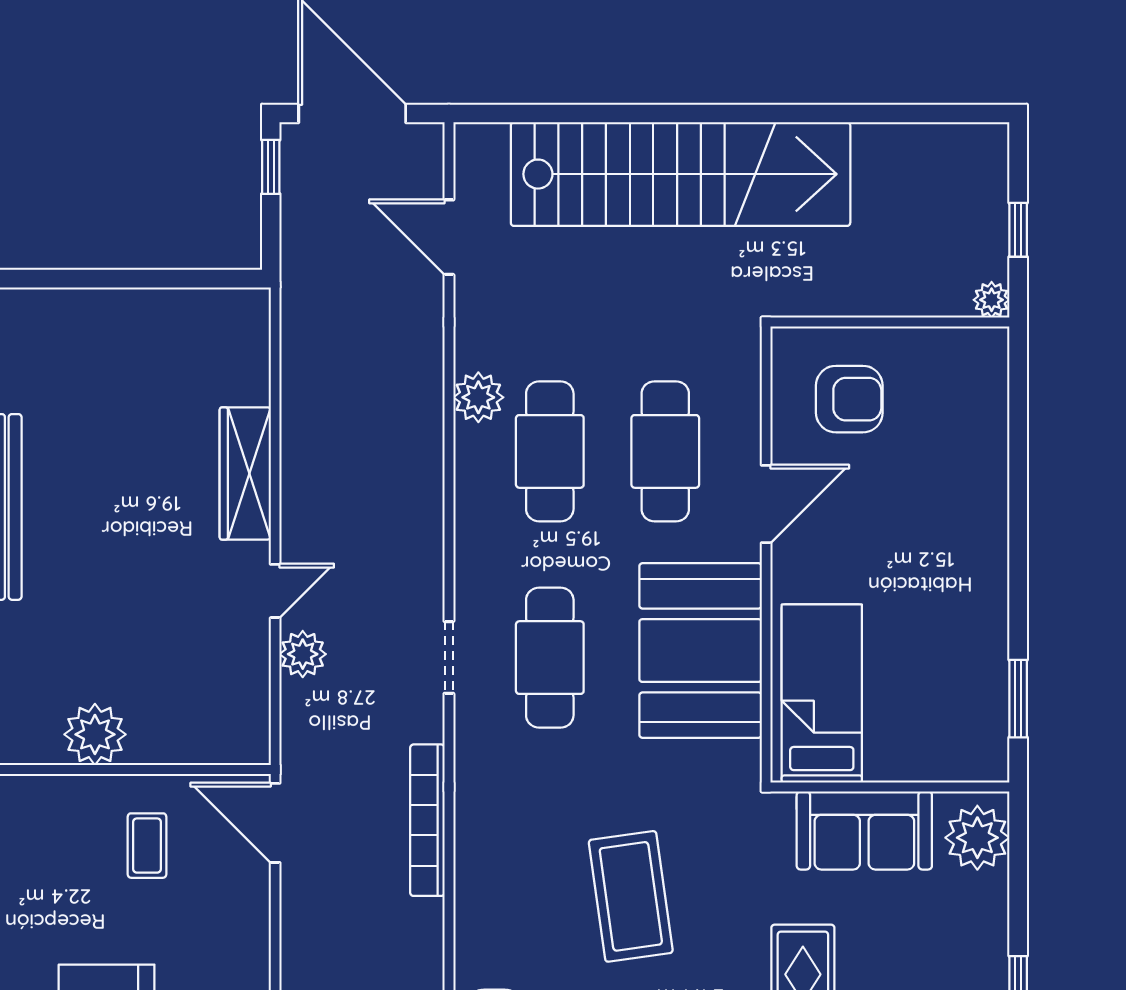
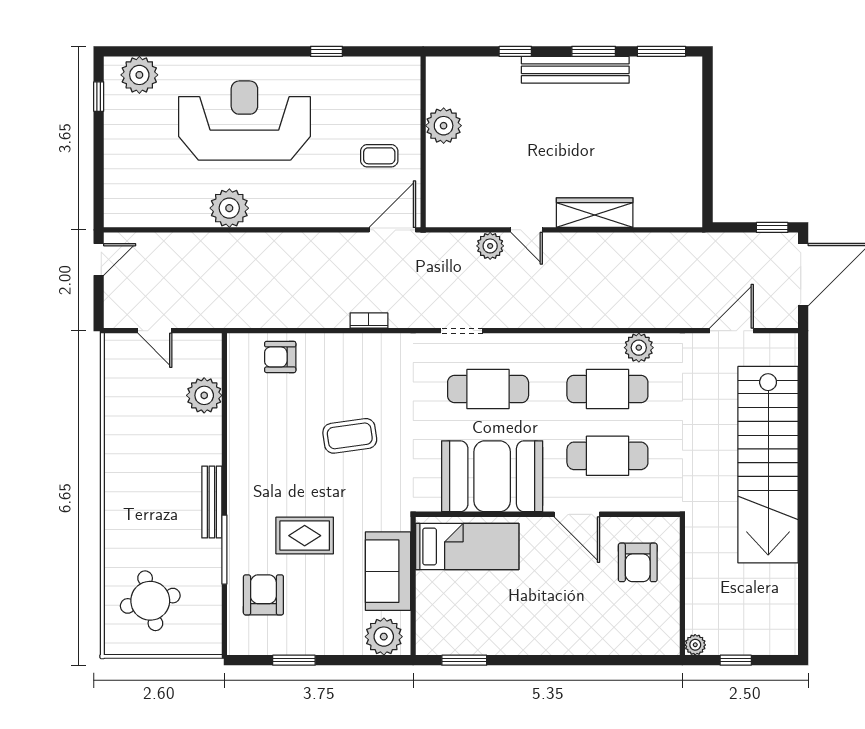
doorway: (449, 657) -> (462, 331), moved
bookcase: (427, 820) -> (369, 321), width x0.43, depth x0.76
coffee table: (631, 896) -> (350, 436), width x0.73, depth x0.76

